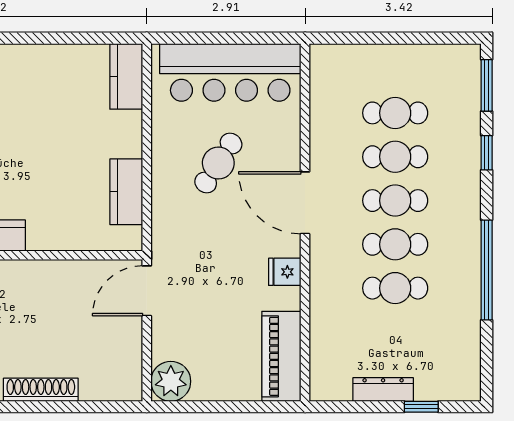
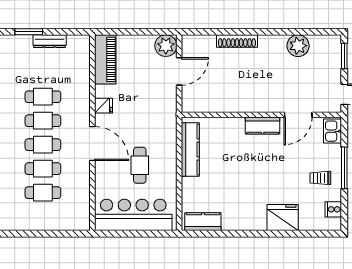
kitchen counter: (126, 76) -> (203, 222), moved, turned -90
cafe table: (218, 163) -> (140, 165), turned -33
kitchen counter: (126, 192) -> (190, 149), width x1.50
door: (147, 291) -> (179, 71), moved
window: (421, 407) -> (29, 32), width x1.50

